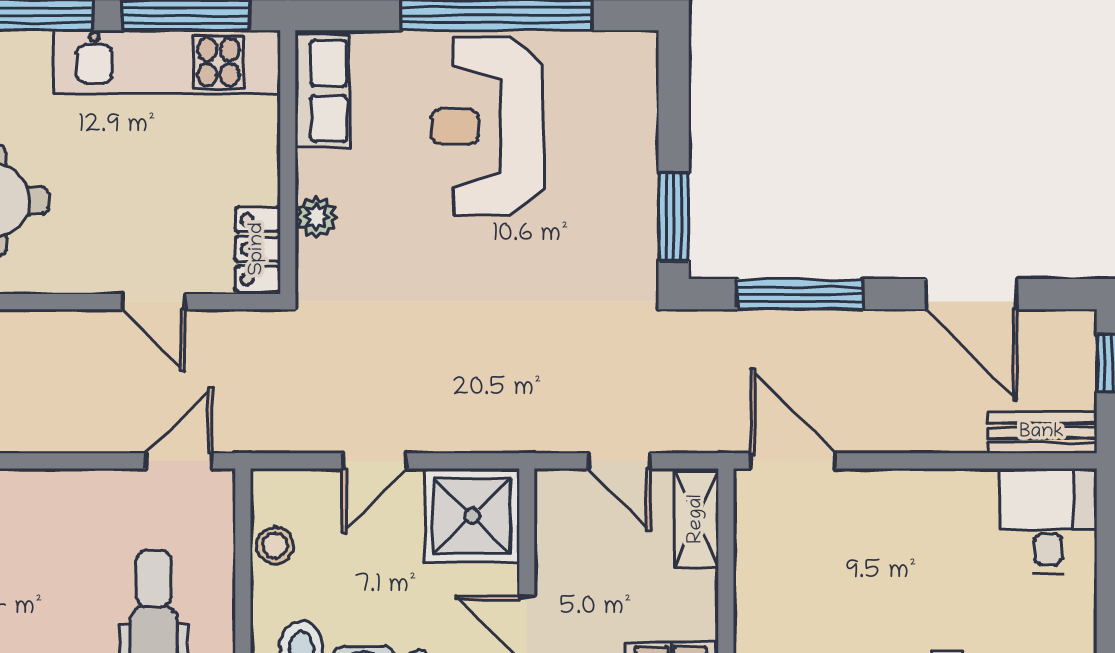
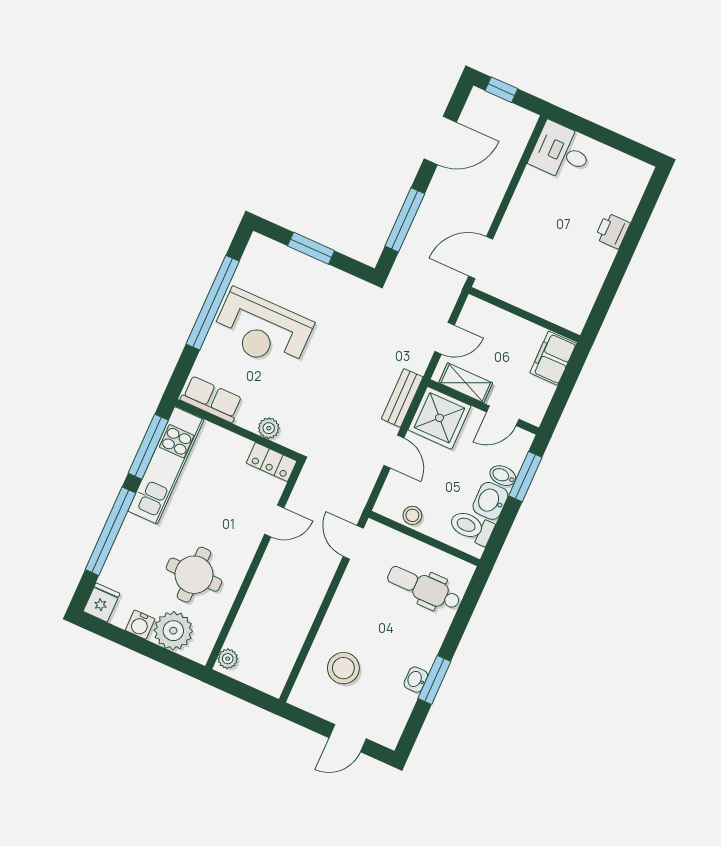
window: (674, 217) -> (311, 248), moved
bench: (1042, 433) -> (402, 398), moved
shelving: (697, 519) -> (466, 383), moved

